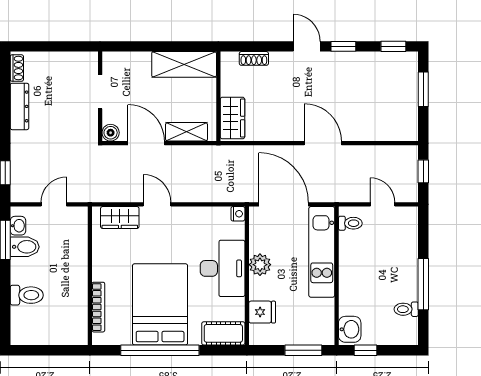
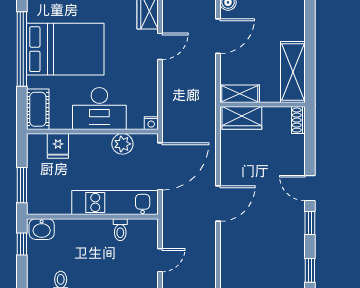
door: (307, 46) -> (310, 188), swing flipped
shoe rack: (254, 58) -> (298, 120), moved
shelving: (187, 132) -> (240, 94), moved, turned 90
toilet: (350, 223) -> (120, 230), moved
plant: (260, 265) -> (122, 144), moved

